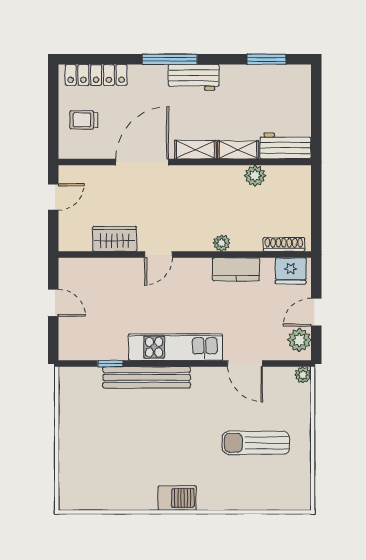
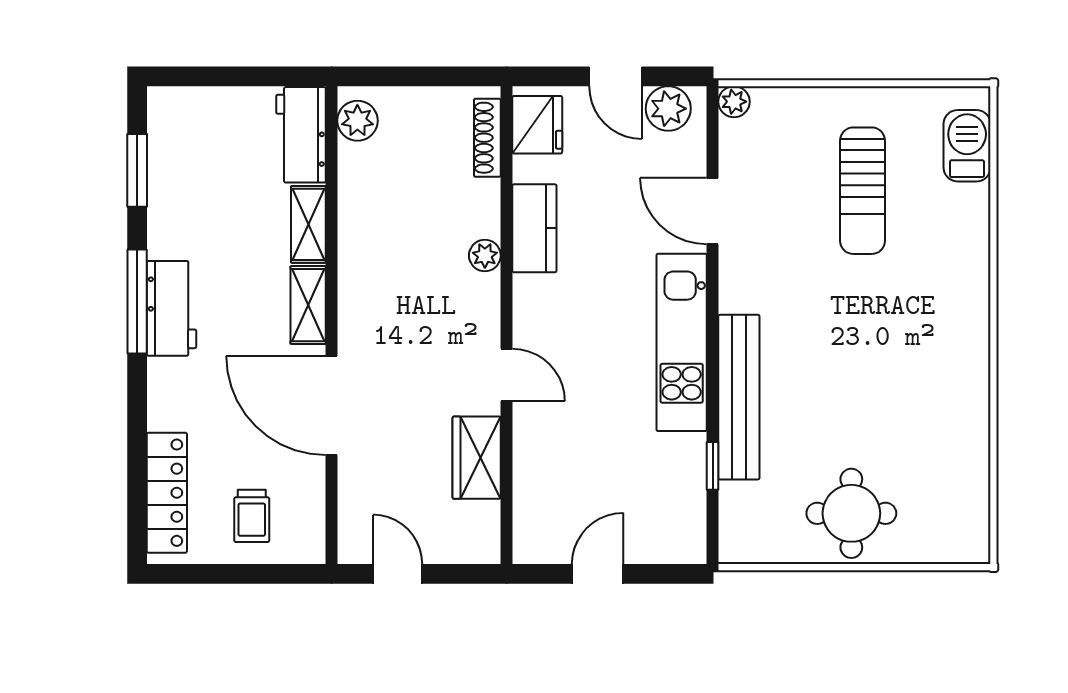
window: (170, 59) -> (137, 301), moved
plant: (255, 176) -> (357, 121), moved
door: (245, 363) -> (713, 211), swing flipped
round table: (85, 437) -> (851, 513), added
barbecue: (177, 498) -> (967, 146), moved

